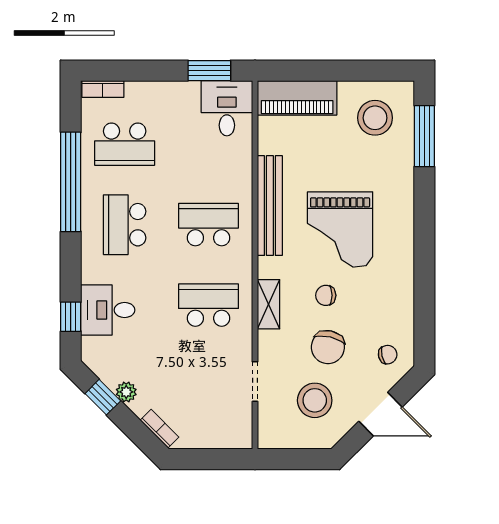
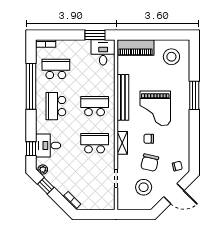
window: (424, 136) -> (194, 95), moved
school desk: (125, 144) -> (56, 69), turned 180
plant: (126, 392) -> (43, 170), moved

